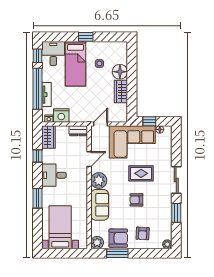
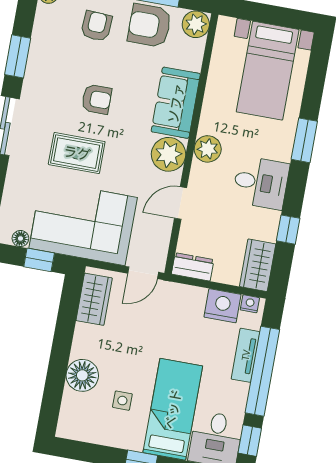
wardrobe: (121, 91) -> (94, 299), moved
plant: (81, 186) -> (208, 149), added

